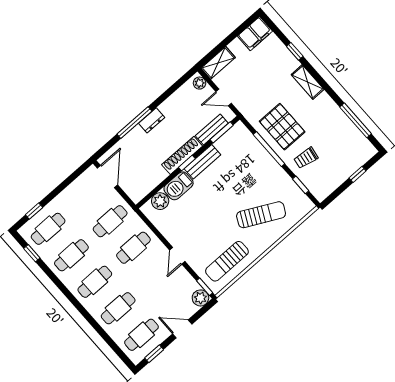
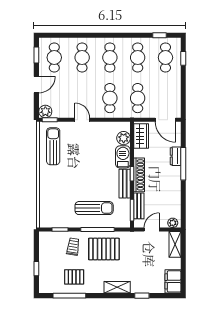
dresser: (152, 120) -> (176, 156), moved
pallet: (334, 132) -> (74, 277), added
wardrobe: (143, 186) -> (141, 136), added
sun lounger: (261, 215) -> (94, 208), moved, turned -117

